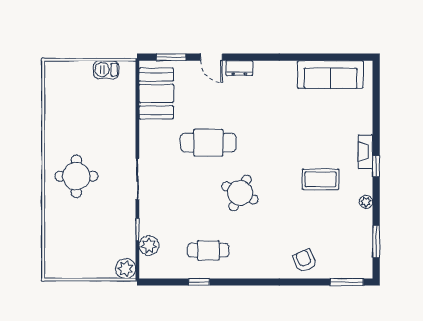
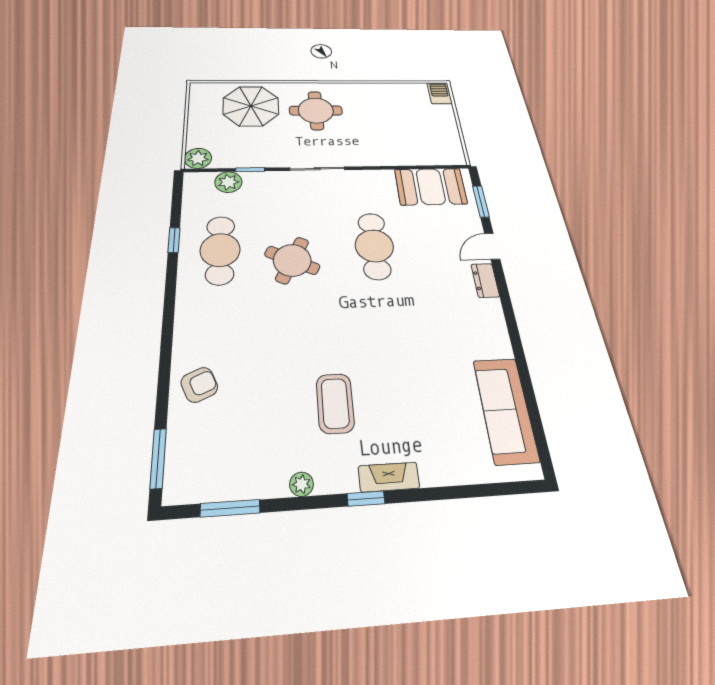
barbecue: (106, 70) -> (440, 93), moved
round table: (240, 193) -> (292, 260), moved
parasol: (71, 229) -> (251, 106), added
cafe table: (208, 250) -> (220, 250), width x1.37, depth x1.35

